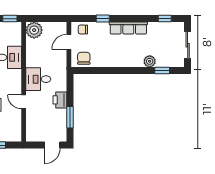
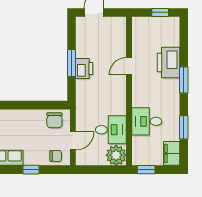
desk: (38, 79) -> (111, 130), moved
door: (24, 102) -> (129, 66), swing flipped
window: (70, 117) -> (71, 63), moved

